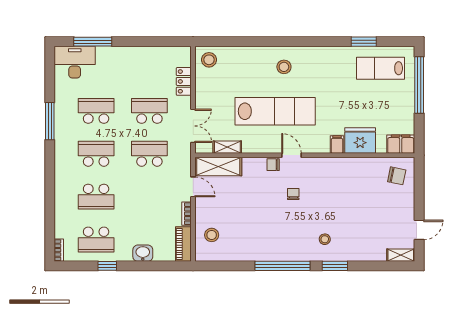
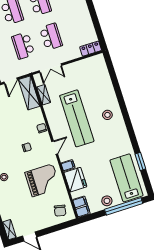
stool: (209, 60) -> (107, 201), moved
lab bench: (381, 68) -> (127, 178), width x1.36, depth x1.39
locker: (184, 81) -> (91, 49), moved
school desk: (149, 154) -> (23, 46), turned 180
door: (291, 155) -> (55, 148), moved
grand piano: (346, 187) -> (43, 180), added

